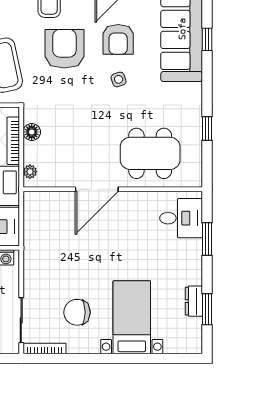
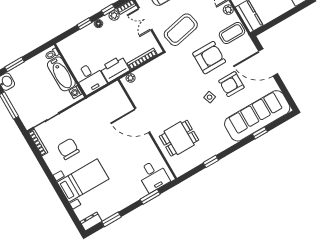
floor lamp: (32, 132) -> (153, 66), removed
dining table: (150, 153) -> (179, 138), width x0.73
dresser: (194, 301) -> (91, 222), moved

